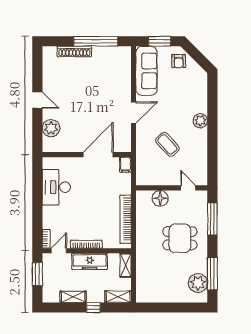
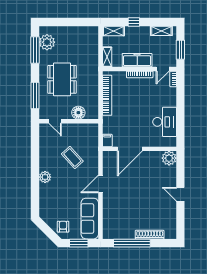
plant: (51, 128) -> (169, 158), moved
dining table: (180, 238) -> (62, 79), width x1.38
shelving: (73, 297) -> (161, 31), moved

